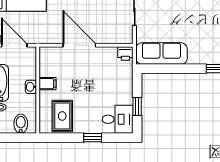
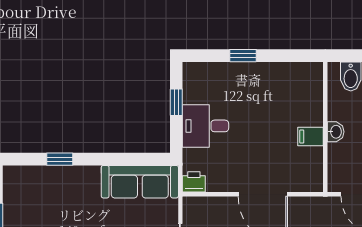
rug: (62, 116) -> (289, 88), removed
desk: (118, 119) -> (205, 126), moved

